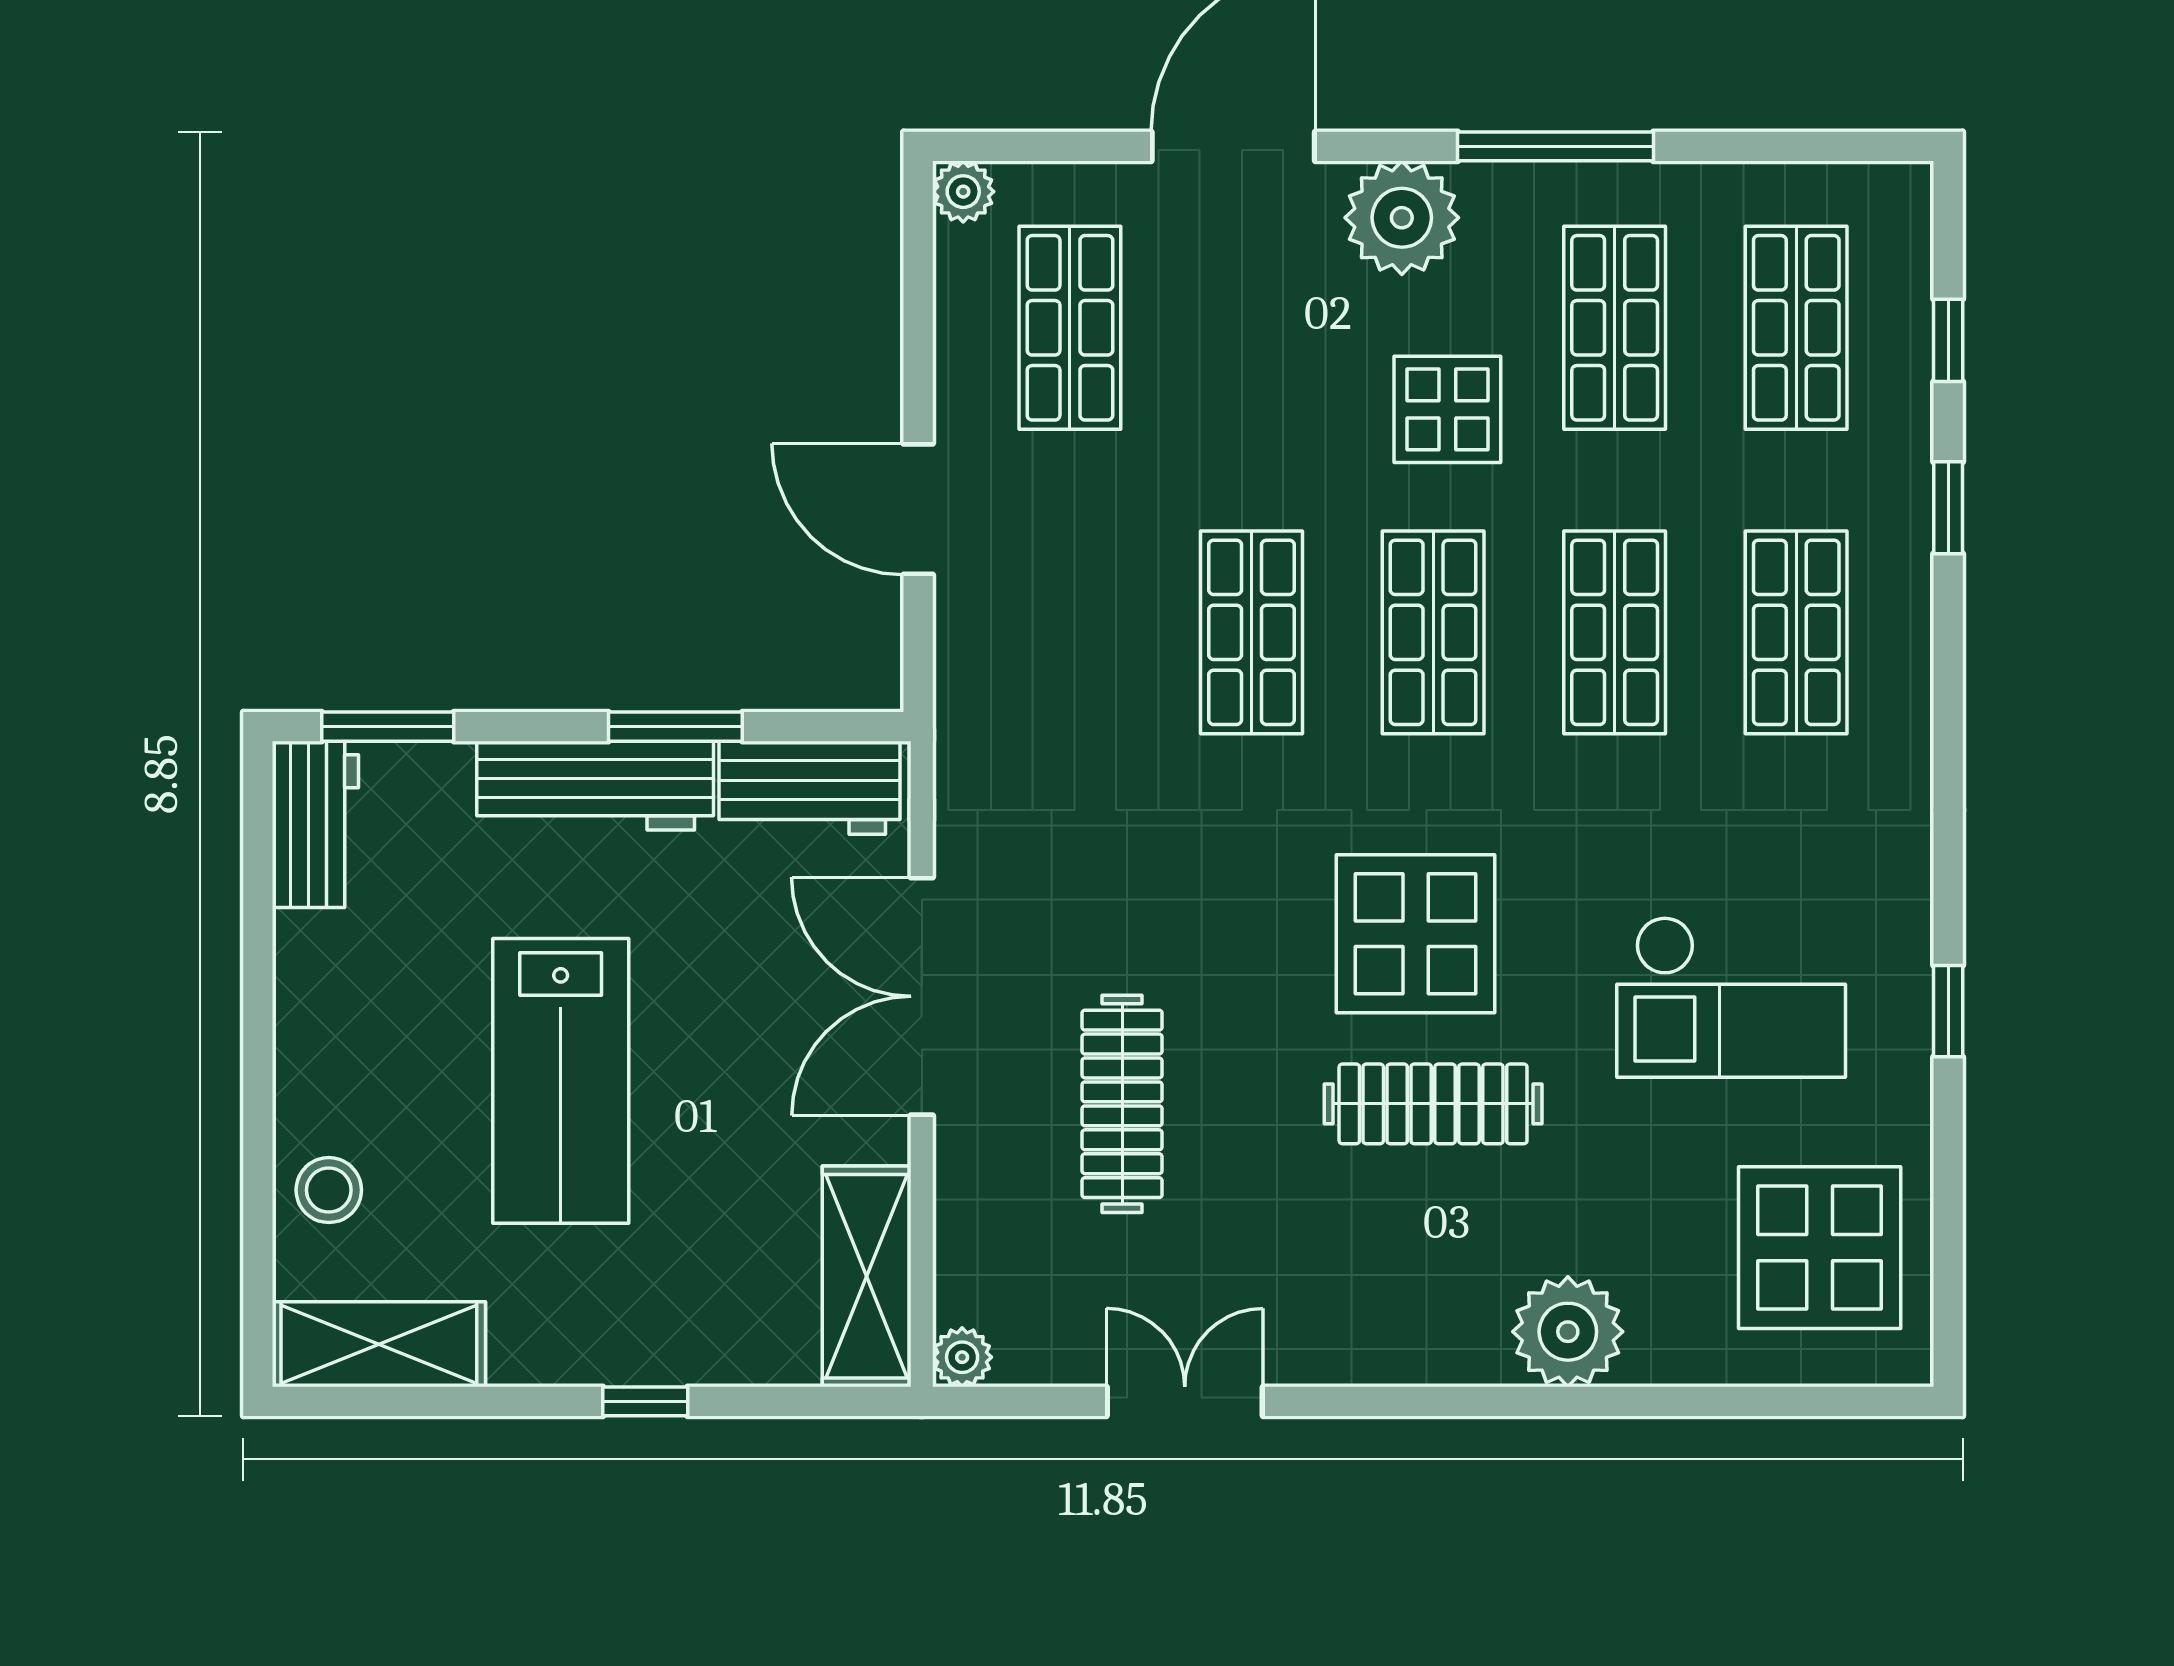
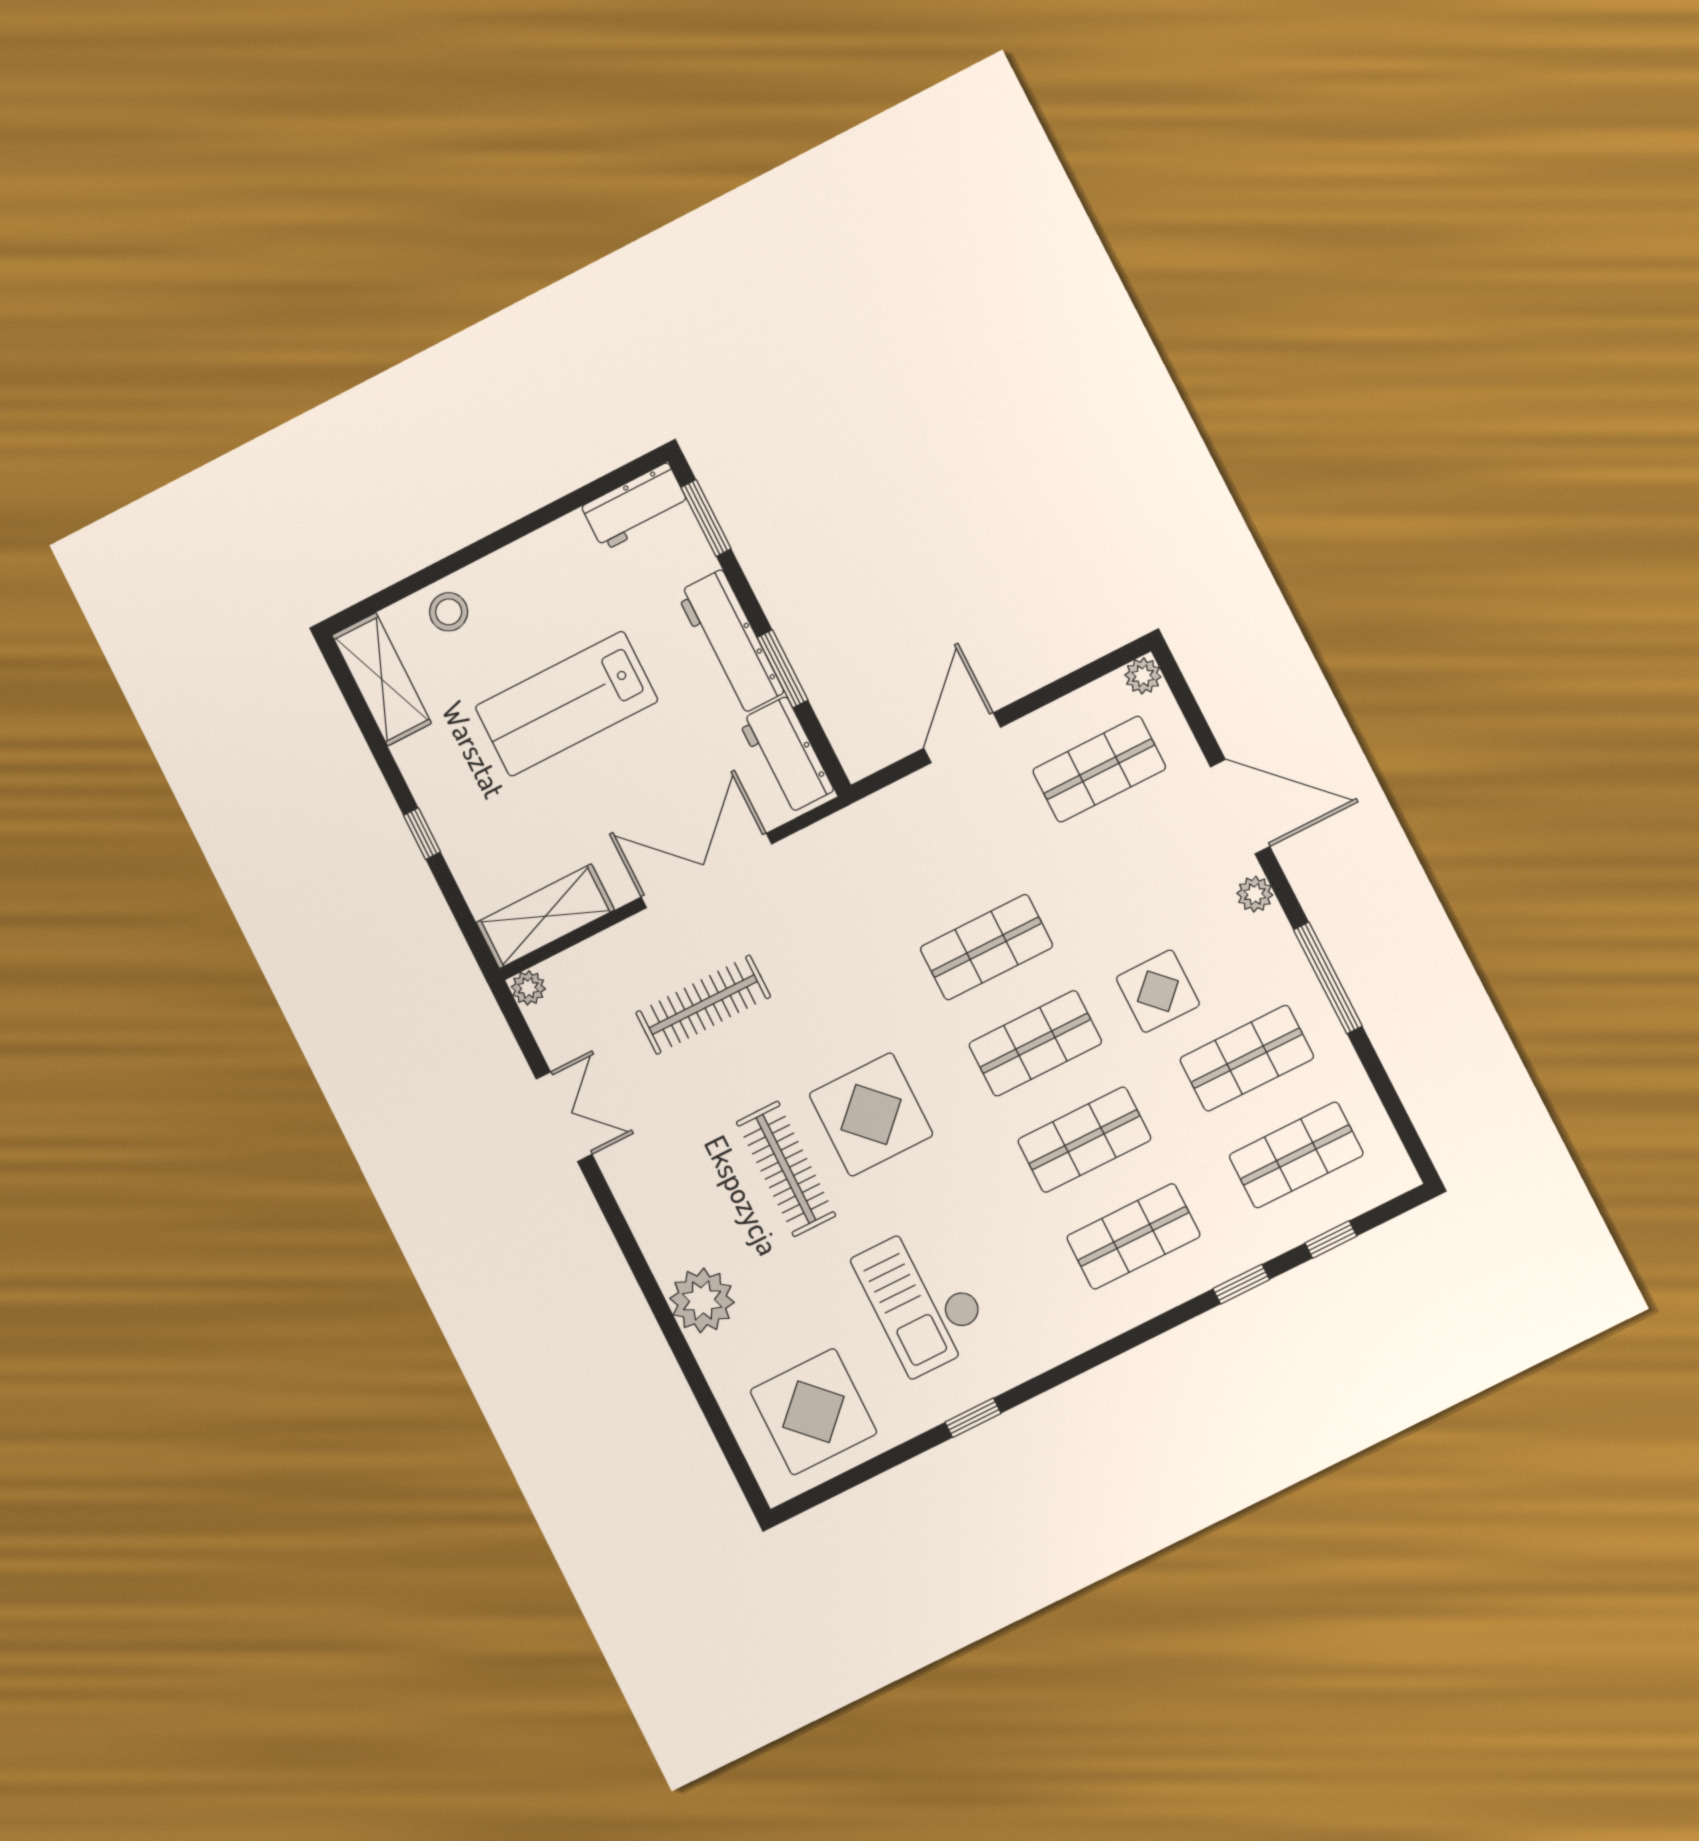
plant: (1402, 218) -> (1255, 894), width x0.53, depth x0.53

